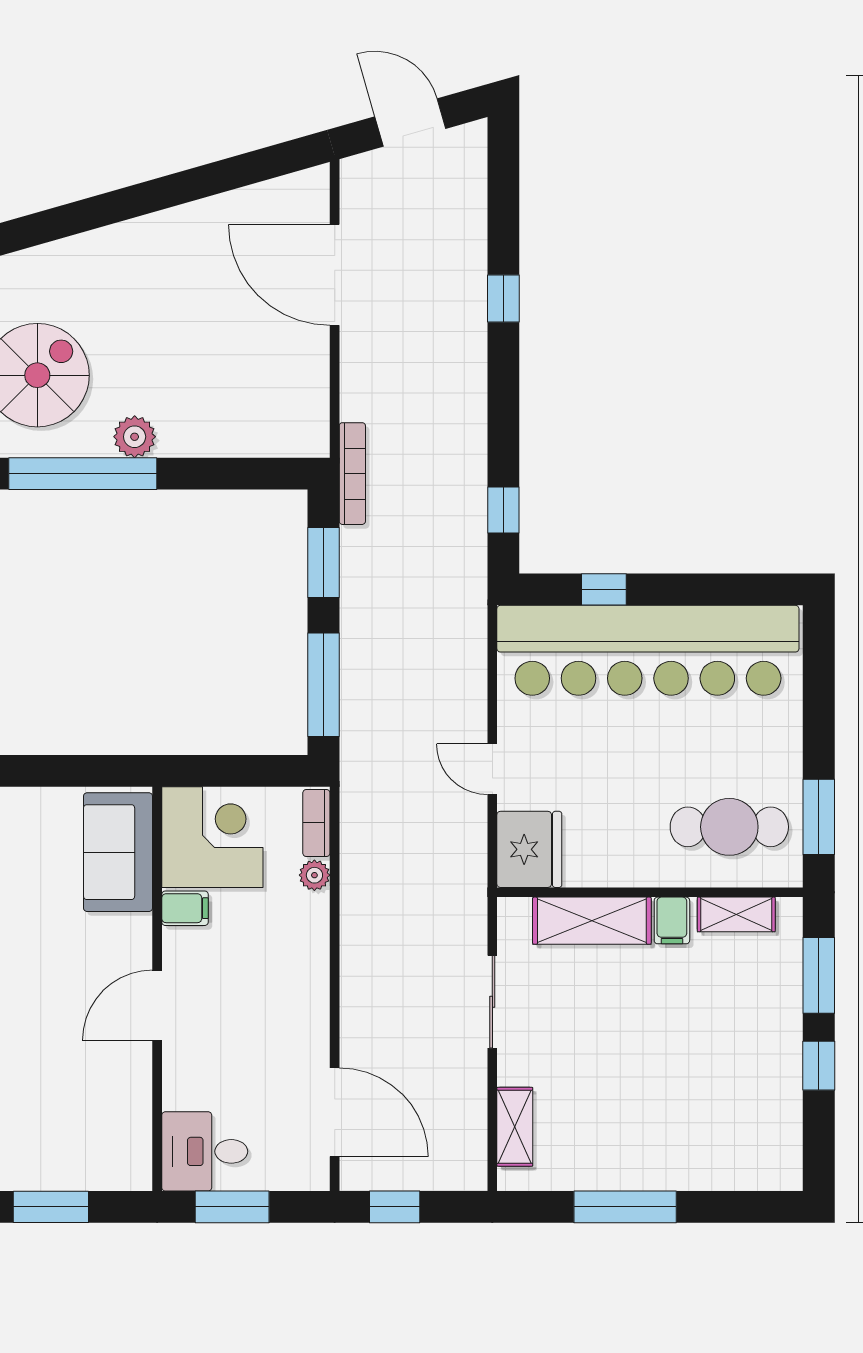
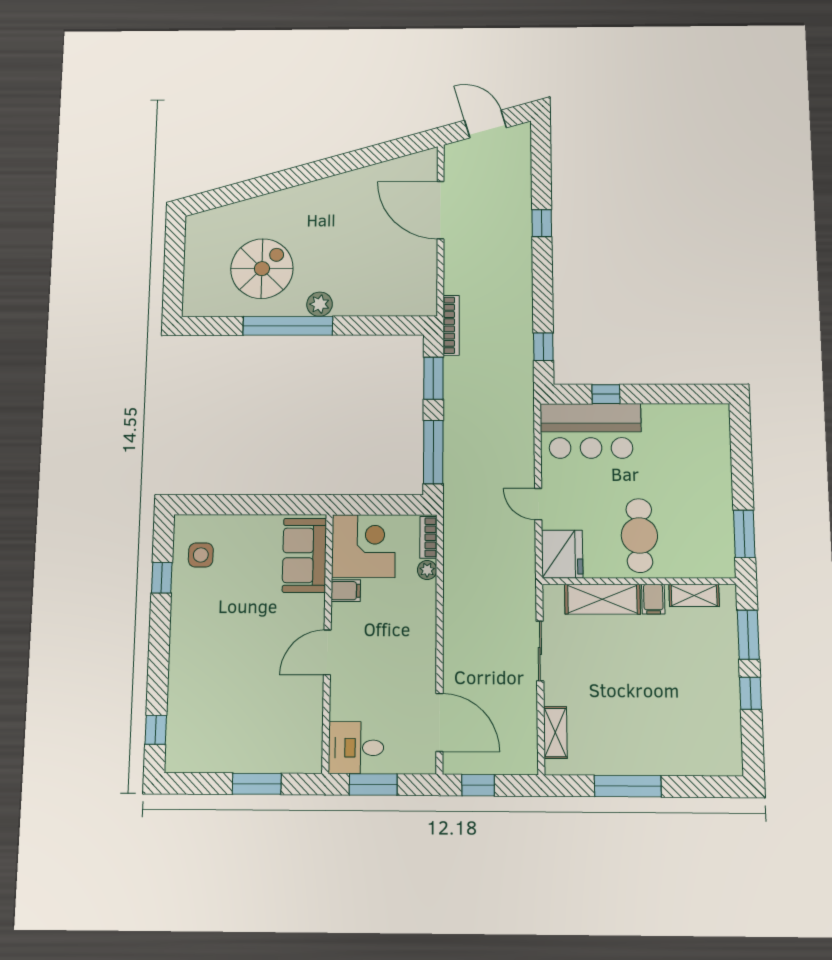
bar counter: (648, 650) -> (591, 431), width x0.54
cafe table: (729, 827) -> (639, 535), moved, turned 90

